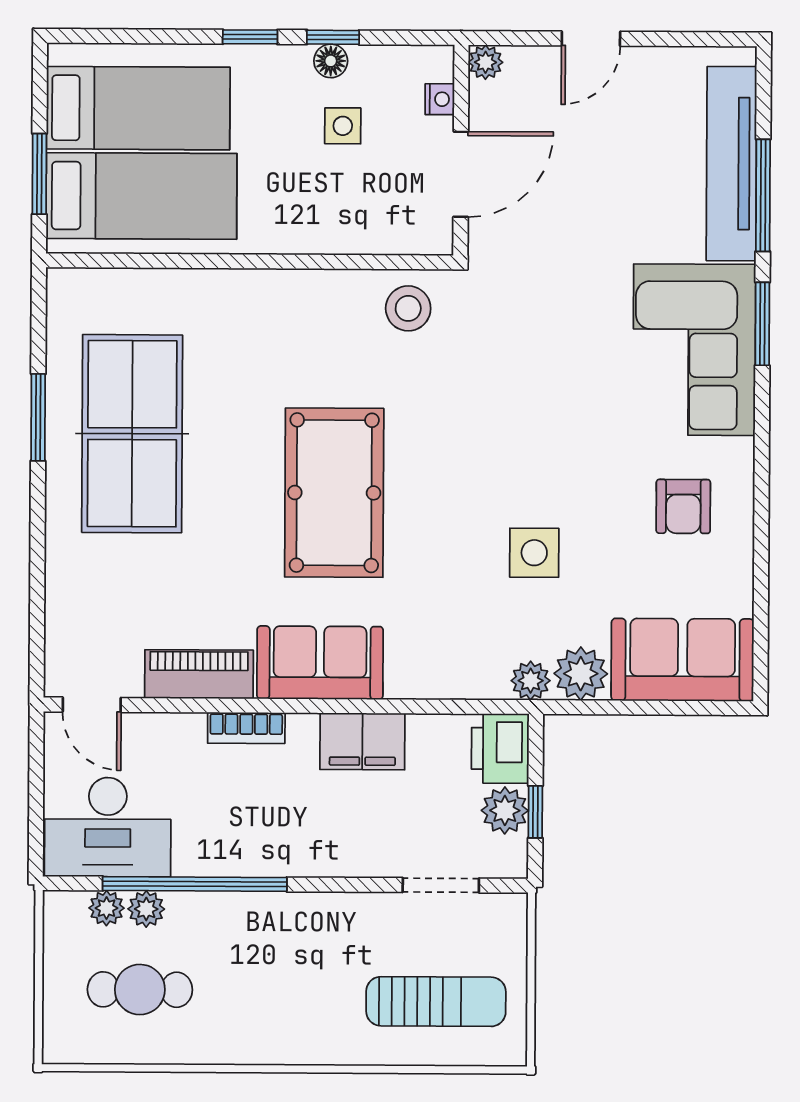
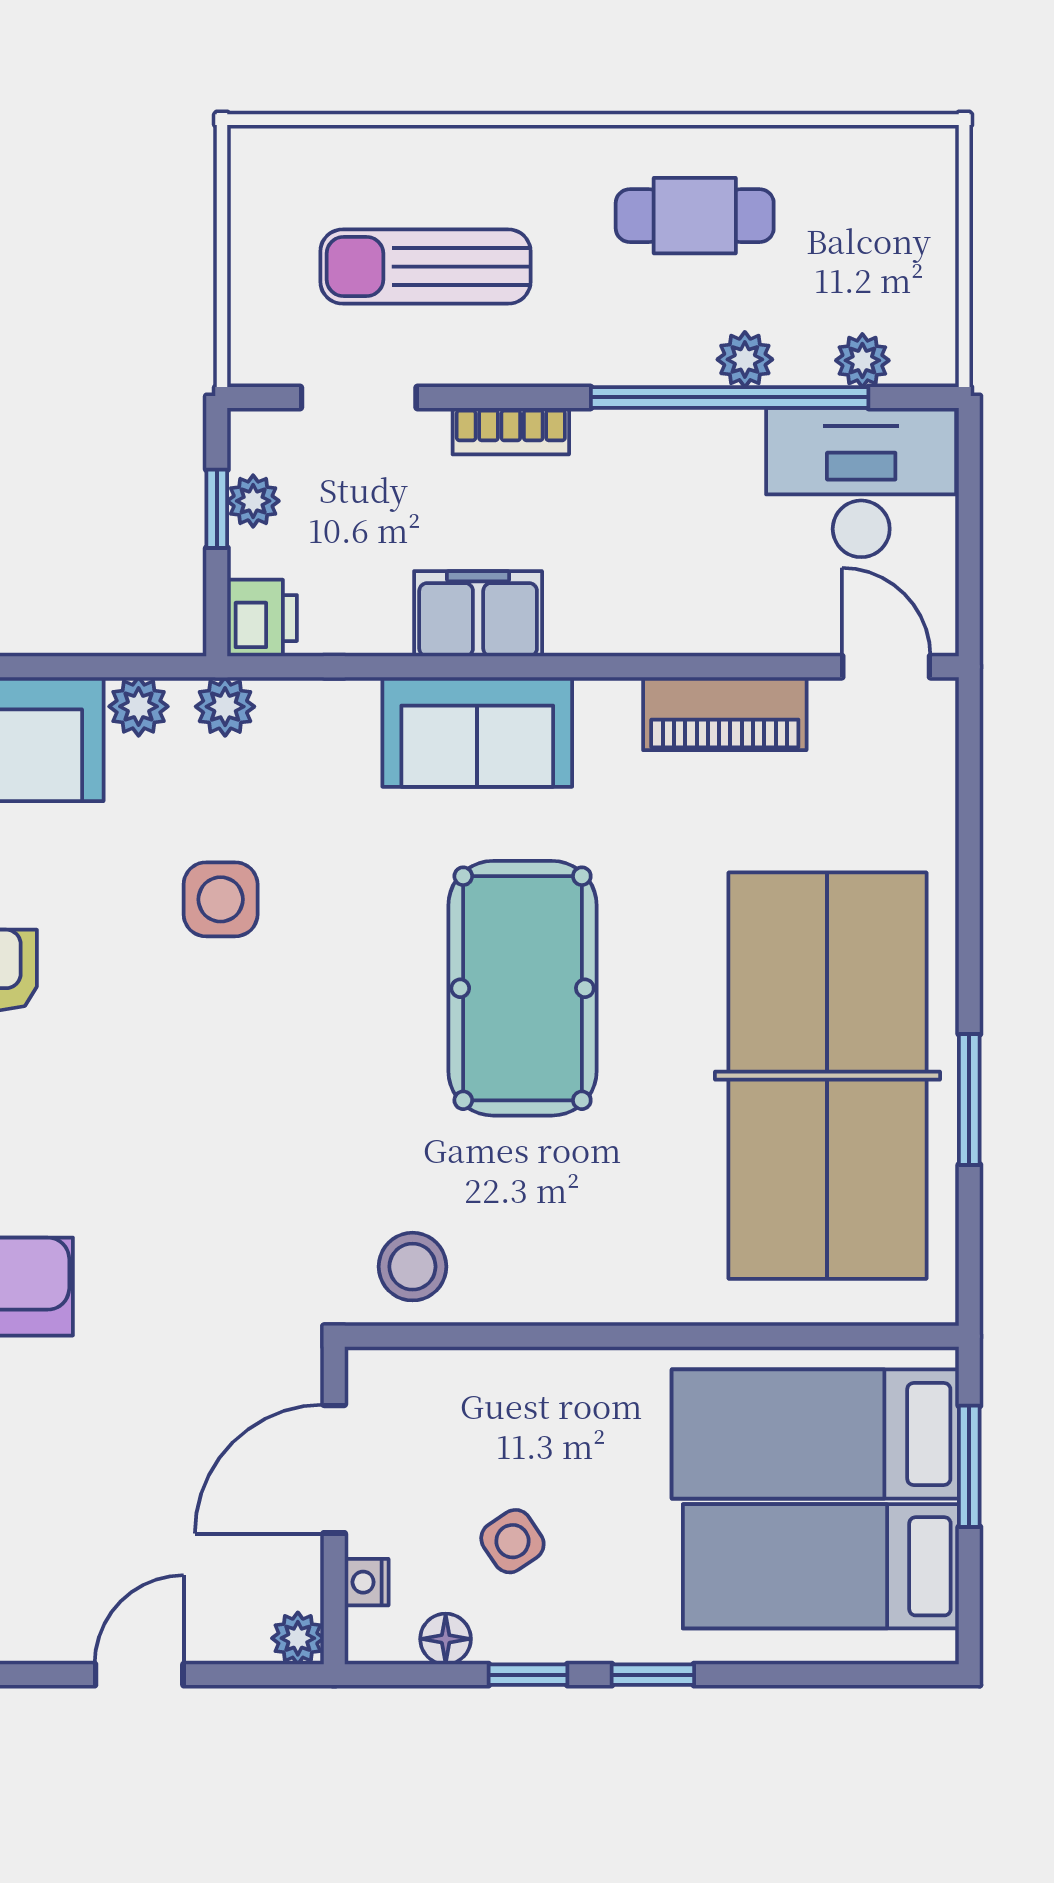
floor lamp: (331, 61) -> (446, 1639), moved
side table: (343, 126) -> (512, 1541), turned -34
table tennis table: (132, 434) -> (827, 1076), width x1.36, depth x1.32
sofa: (320, 663) -> (477, 732), moved
plant: (581, 674) -> (139, 706), width x0.73, depth x0.73
bookcase: (246, 728) -> (511, 431), moved, turned 180
printer: (500, 748) -> (262, 618), width x0.73, depth x0.81
plant: (505, 810) -> (253, 501), width x0.73, depth x0.73
plant: (146, 909) -> (745, 359), moved
cafe table: (140, 990) -> (695, 216), moved
sun lounger: (436, 1002) -> (425, 267), moved

